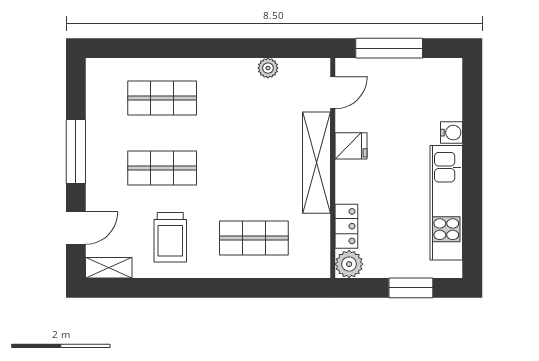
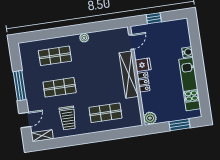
window: (389, 48) -> (154, 18), width x0.46
plant: (268, 68) -> (84, 38), moved
locker: (346, 226) -> (143, 82), moved

